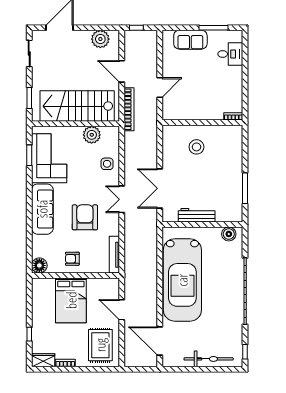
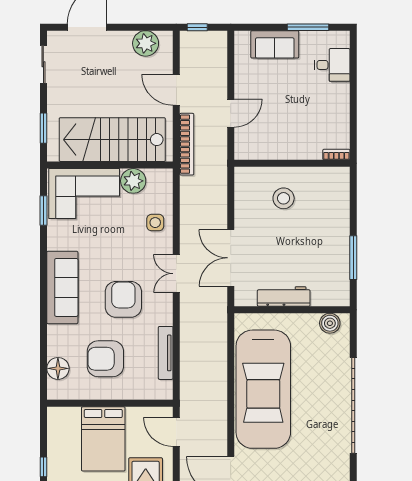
corner sofa: (49, 158) -> (84, 194), moved, turned 90
armchair: (72, 259) -> (105, 359), width x1.88, depth x1.88
wall: (75, 276) -> (110, 403), moved
bed: (71, 300) -> (103, 439), moved

